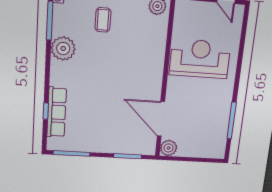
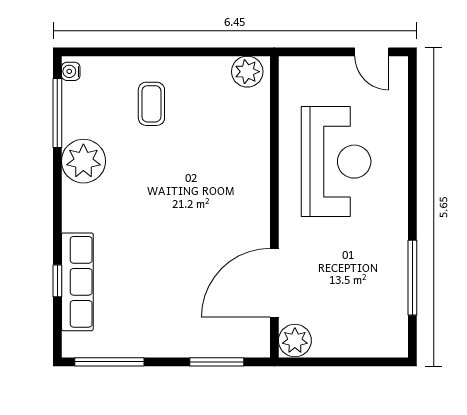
reception desk: (200, 59) -> (336, 162), turned 90
door: (161, 119) -> (274, 283), hinge flipped

